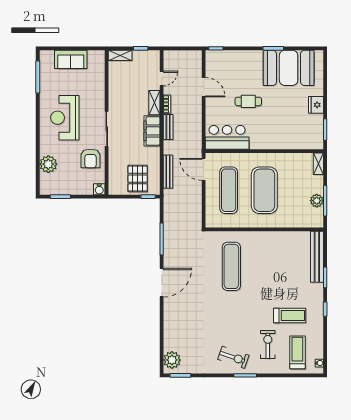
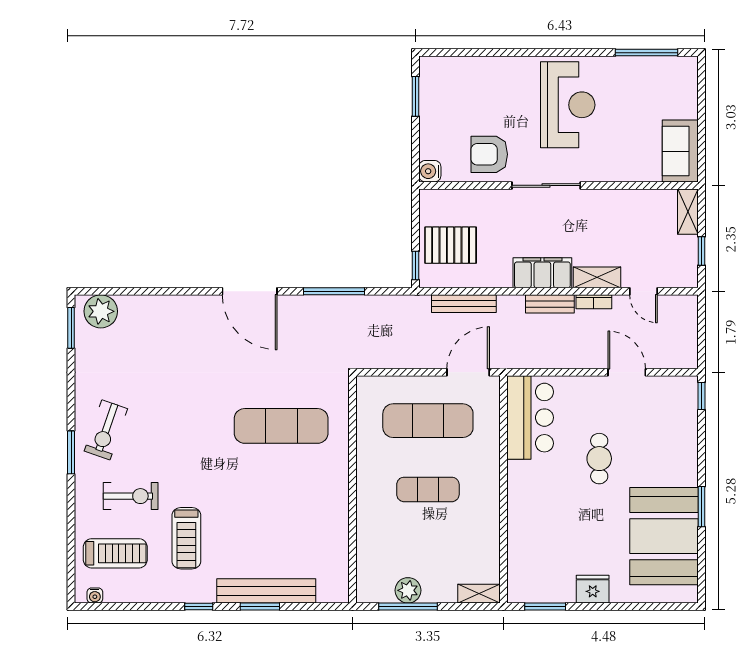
sofa: (71, 59) -> (680, 151), moved
door: (204, 87) -> (627, 372), swing flipped
reception desk: (65, 118) -> (568, 105), turned 90
plant: (48, 164) -> (478, 73), removed
exercise mat: (264, 190) -> (428, 489), width x0.50, depth x0.69
bench: (317, 257) -> (266, 591), moved

